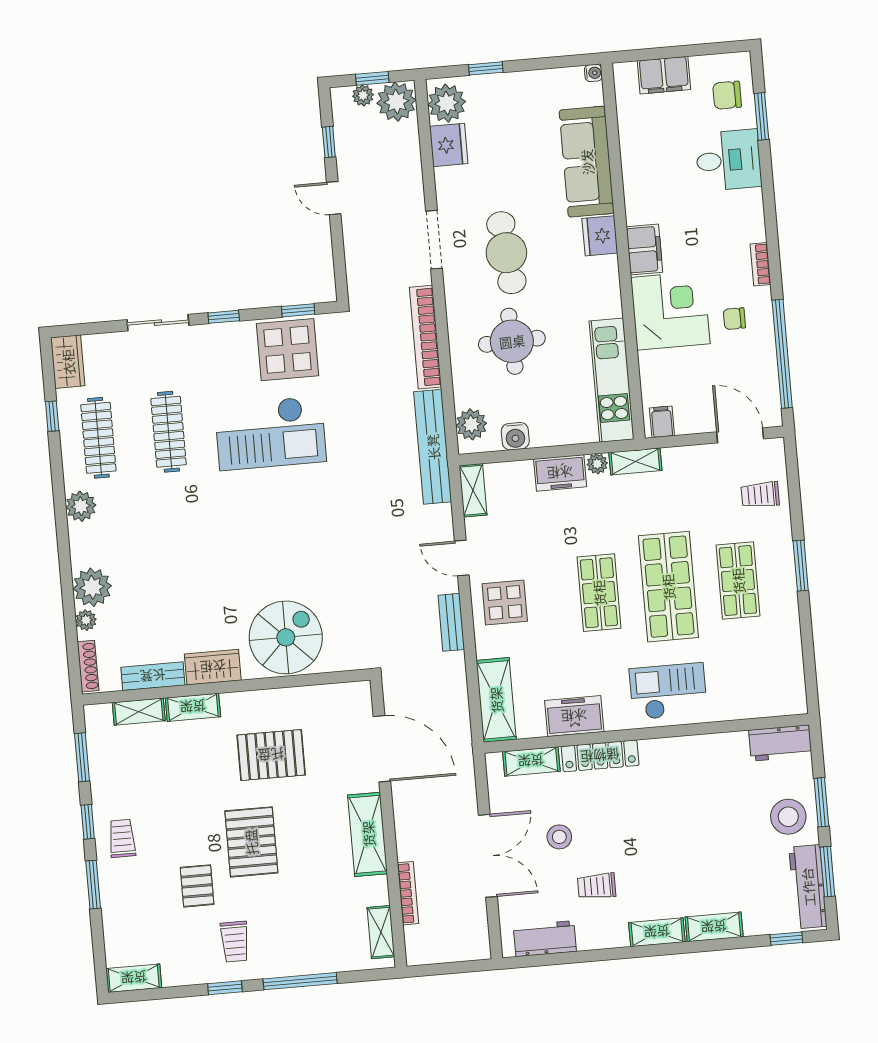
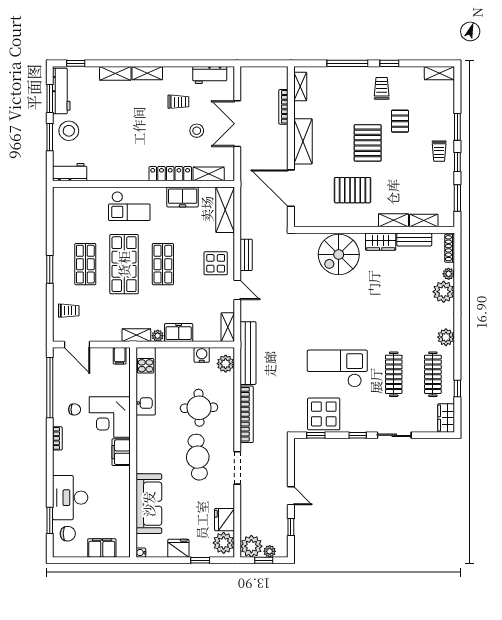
desk: (728, 160) -> (70, 498), width x1.37
fridge: (600, 236) -> (178, 548), moved, turned -90

